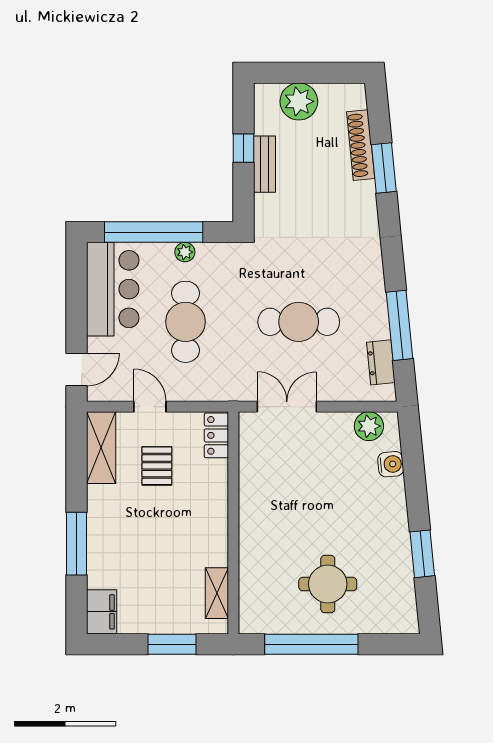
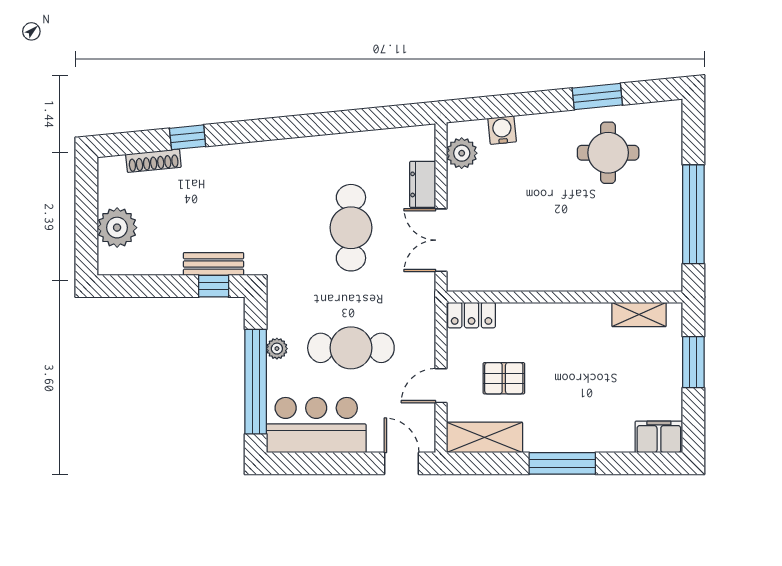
shoe rack: (361, 145) -> (153, 161), width x0.74, depth x0.81
window: (244, 148) -> (214, 286), moved
bench: (264, 164) -> (214, 264), moved
window: (384, 168) -> (188, 137), width x0.67
window: (400, 325) -> (355, 121), removed
dresser: (381, 362) -> (423, 184), moved, turned 96
window: (77, 544) -> (562, 463), moved
round table: (328, 584) -> (608, 153), moved

